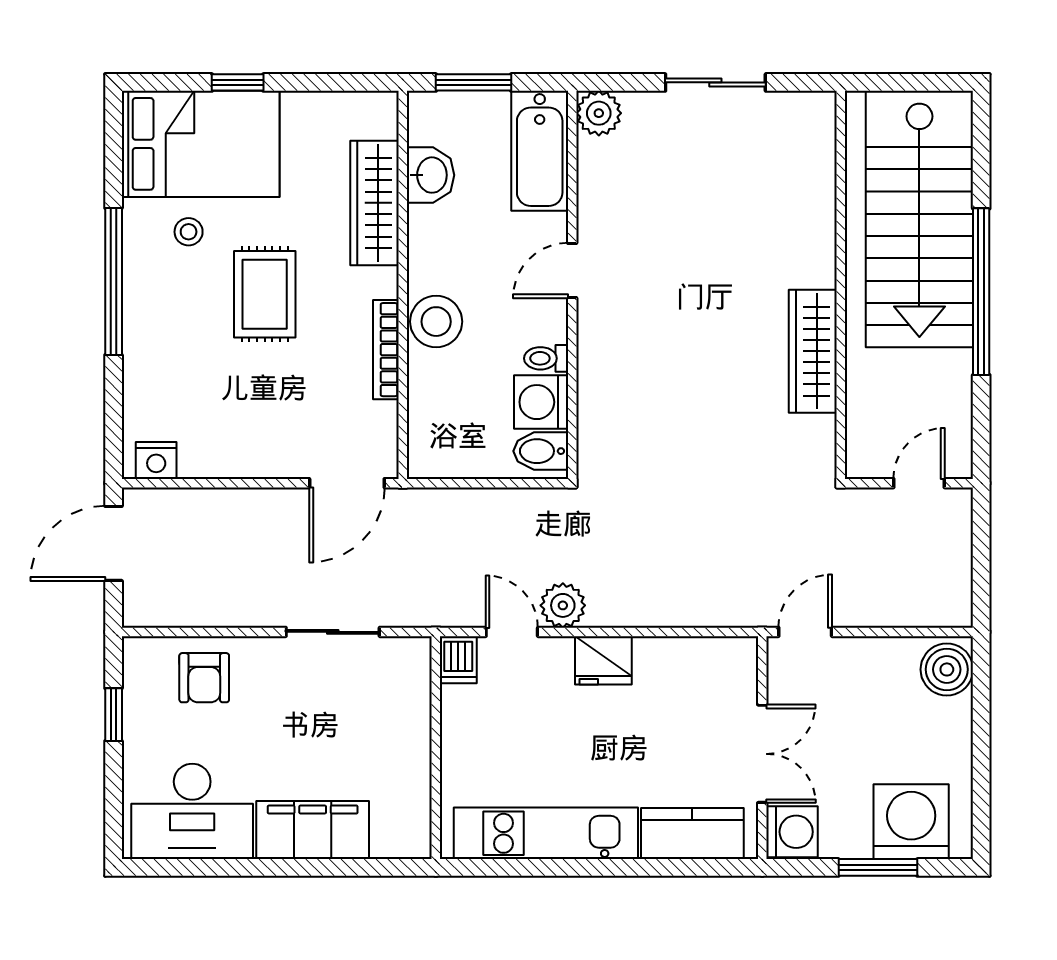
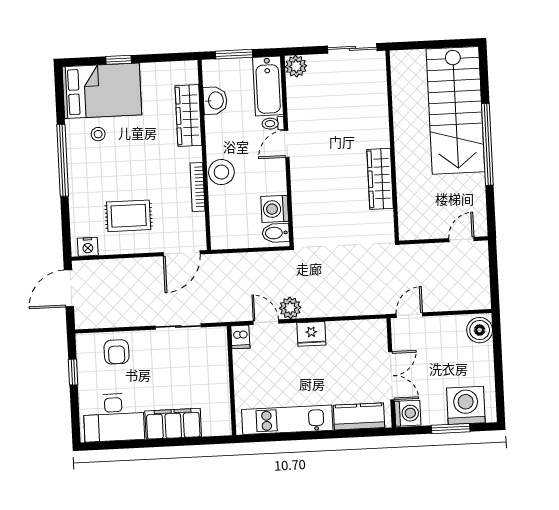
wall: (841, 285) -> (392, 146), moved
rug: (265, 294) -> (129, 216), moved, turned 90
wardrobe: (813, 351) -> (380, 179), moved
toilet: (546, 358) -> (273, 123), moved

